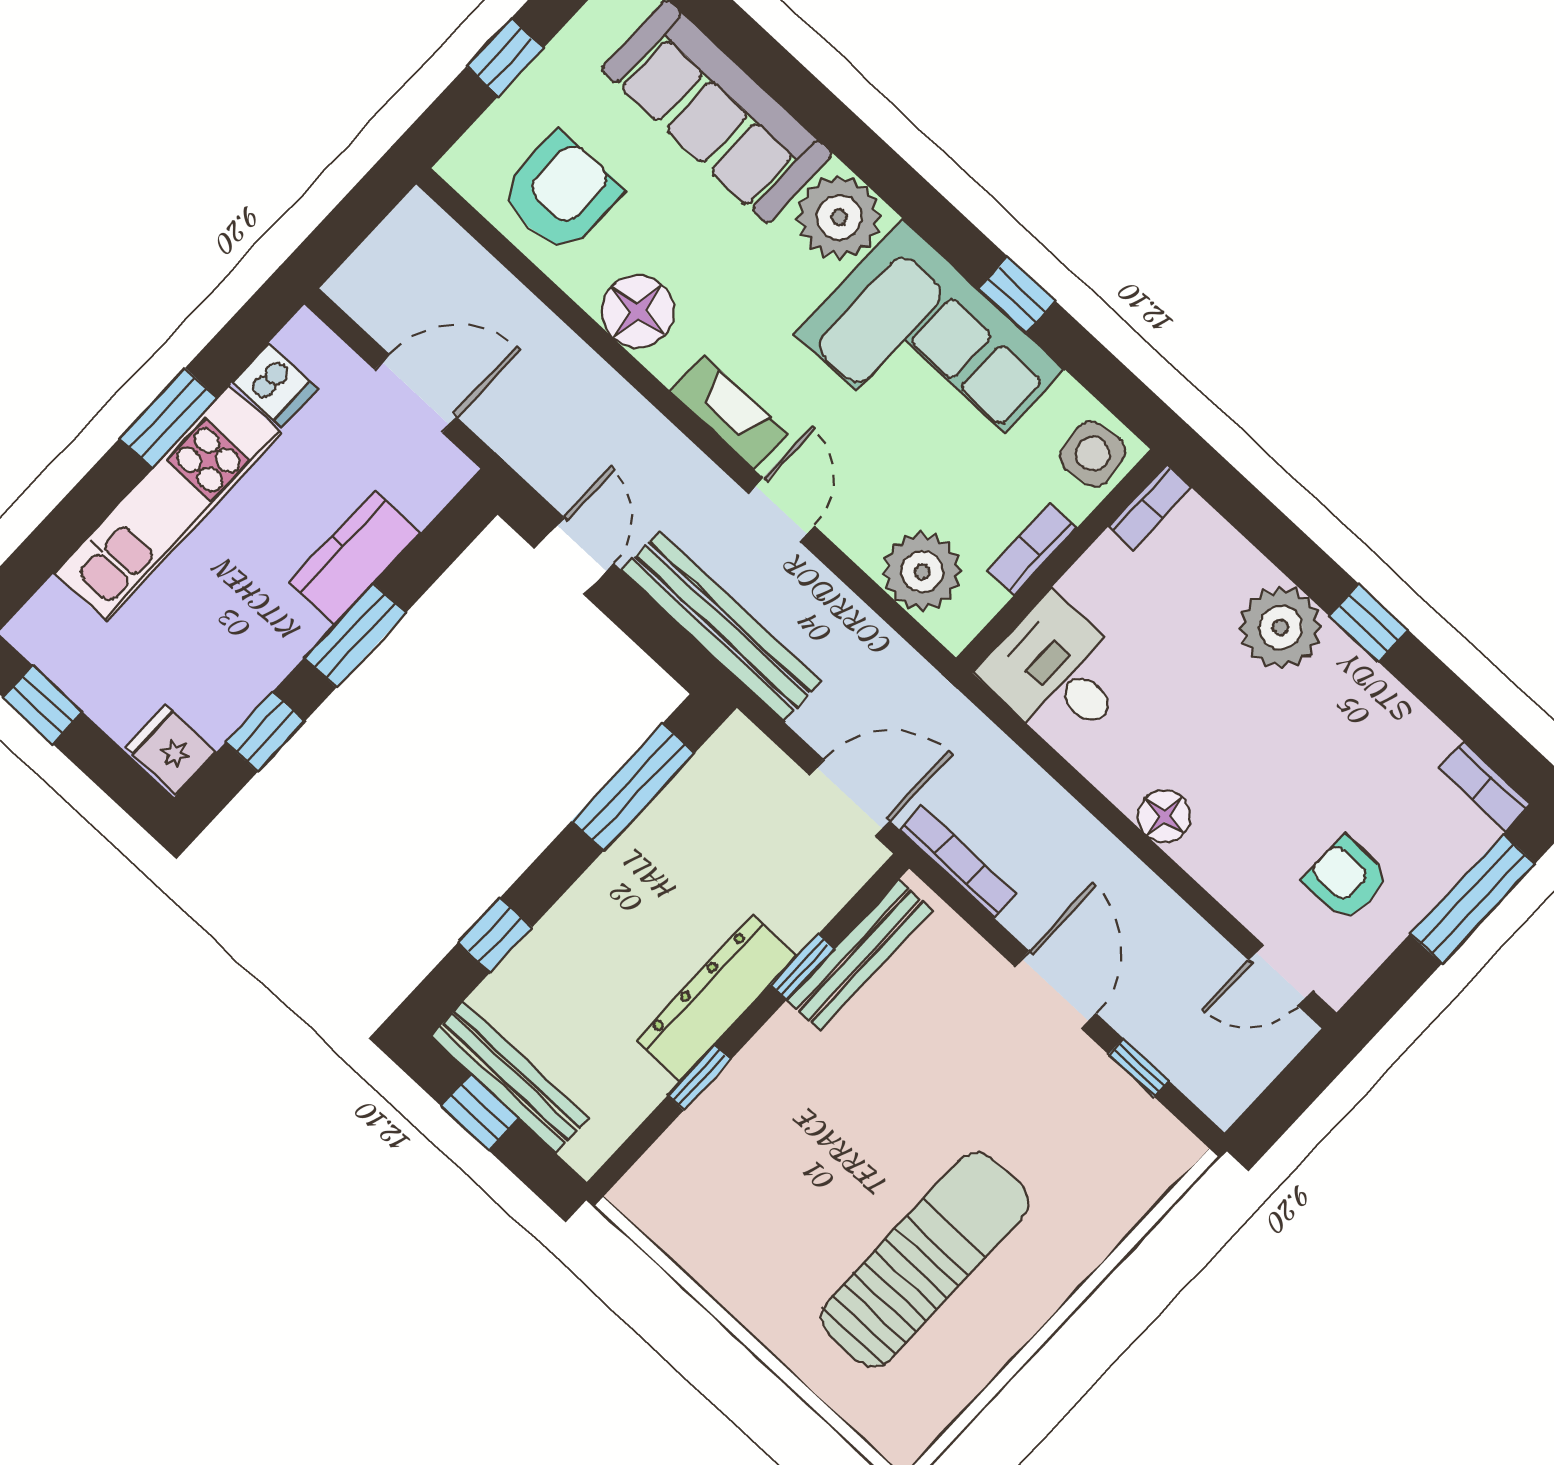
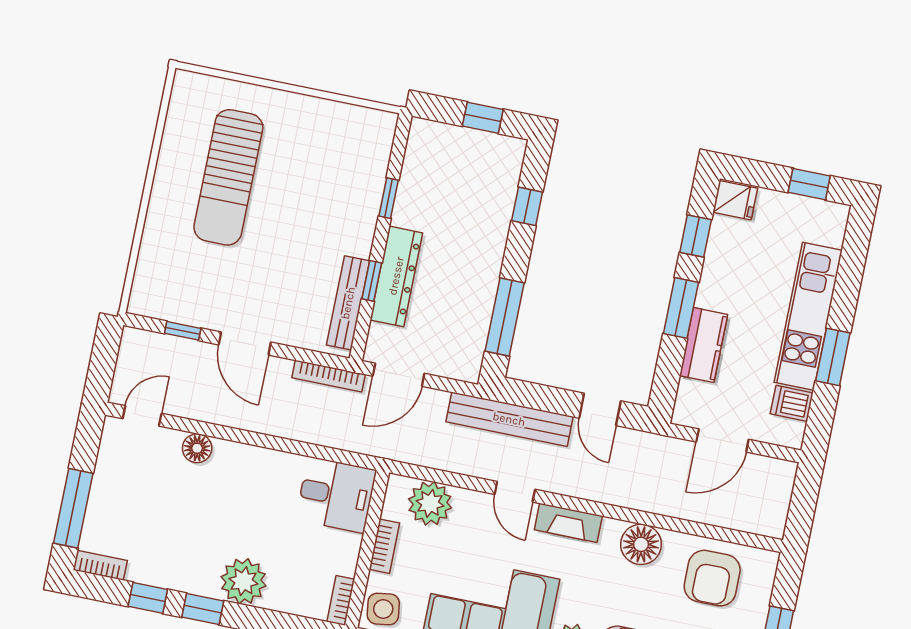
window: (1442, 692) -> (148, 598), added
floor lamp: (1164, 816) -> (197, 448), moved
armchair: (1346, 879) -> (139, 481), removed
dresser: (716, 998) -> (396, 276), moved
bench: (510, 1077) -> (479, 143), removed

